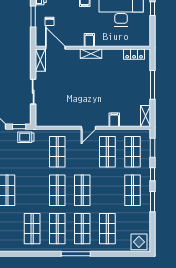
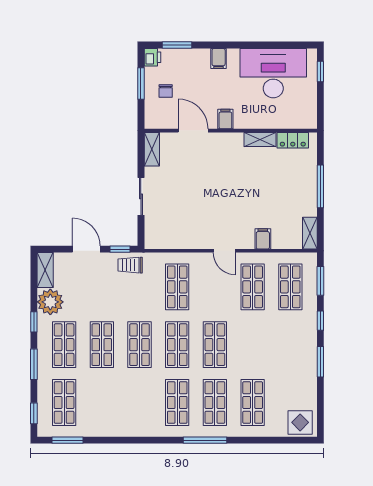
door: (55, 48) -> (193, 131), moved
shelving: (91, 54) -> (260, 139), moved
door: (89, 128) -> (224, 251), hinge flipped
shop shelf: (132, 190) -> (290, 345), removed
shop shelf: (32, 229) -> (139, 345), moved

